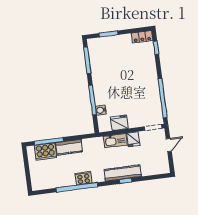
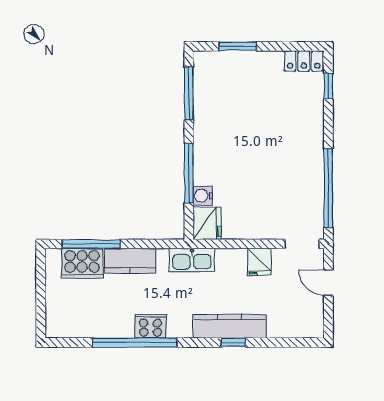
fridge: (119, 123) -> (207, 223), moved, turned 90
kitchen sink: (115, 141) -> (192, 260), moved
door: (169, 145) -> (328, 283), swing flipped

